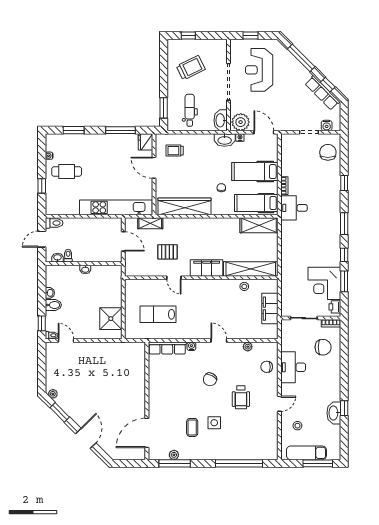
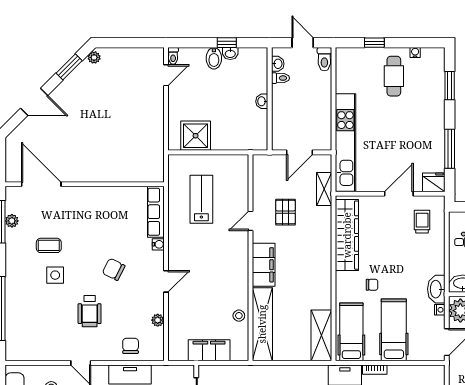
window: (42, 323) -> (227, 43), moved
wheelchair: (241, 397) -> (90, 311), turned -90

